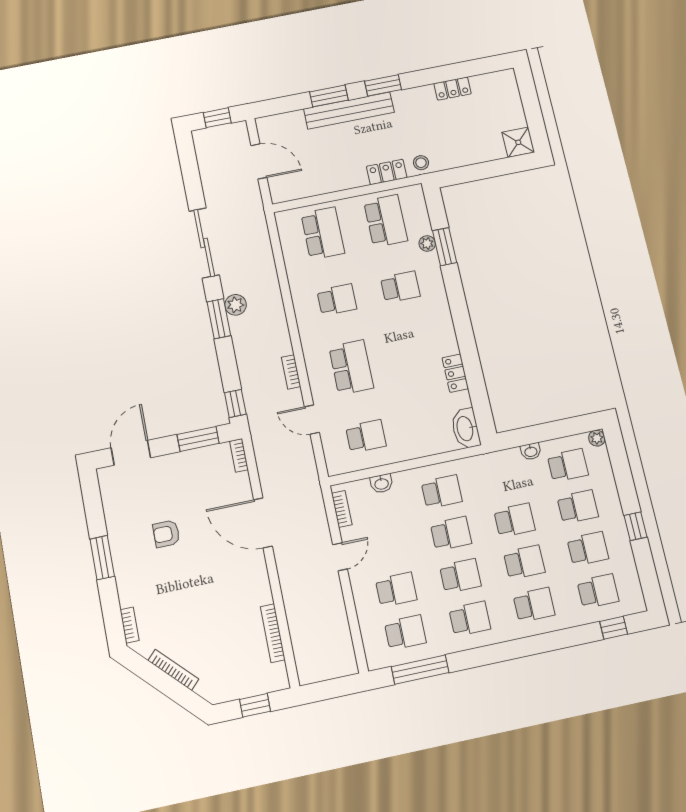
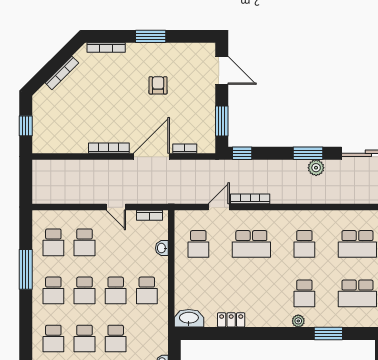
plant: (427, 243) -> (298, 321), moved
bookcase: (291, 372) -> (250, 199), width x1.56
bookcase: (239, 455) -> (185, 149), moved
bookcase: (130, 625) -> (106, 48), width x1.56
bookcase: (273, 633) -> (109, 148), moved
window: (420, 670) -> (26, 269), moved

